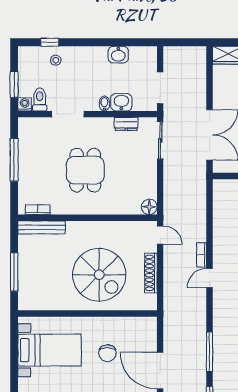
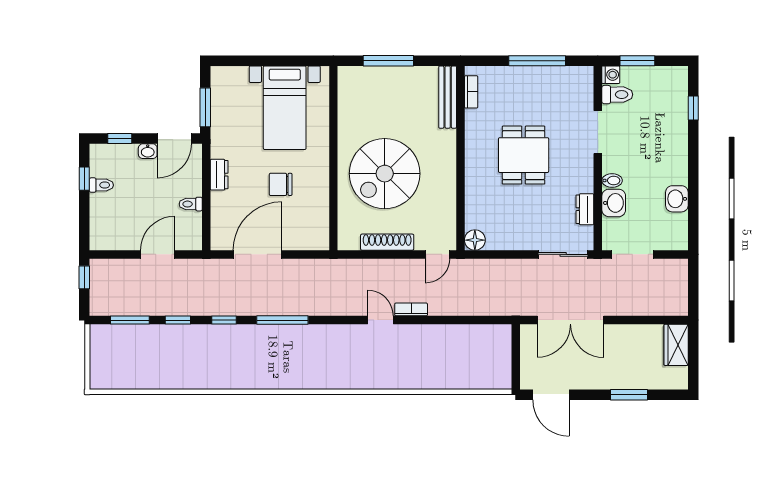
stool: (56, 60) -> (669, 116), removed
dining table: (85, 170) -> (524, 155), turned 90

